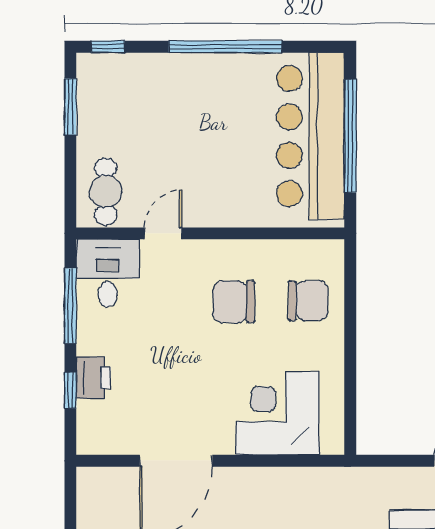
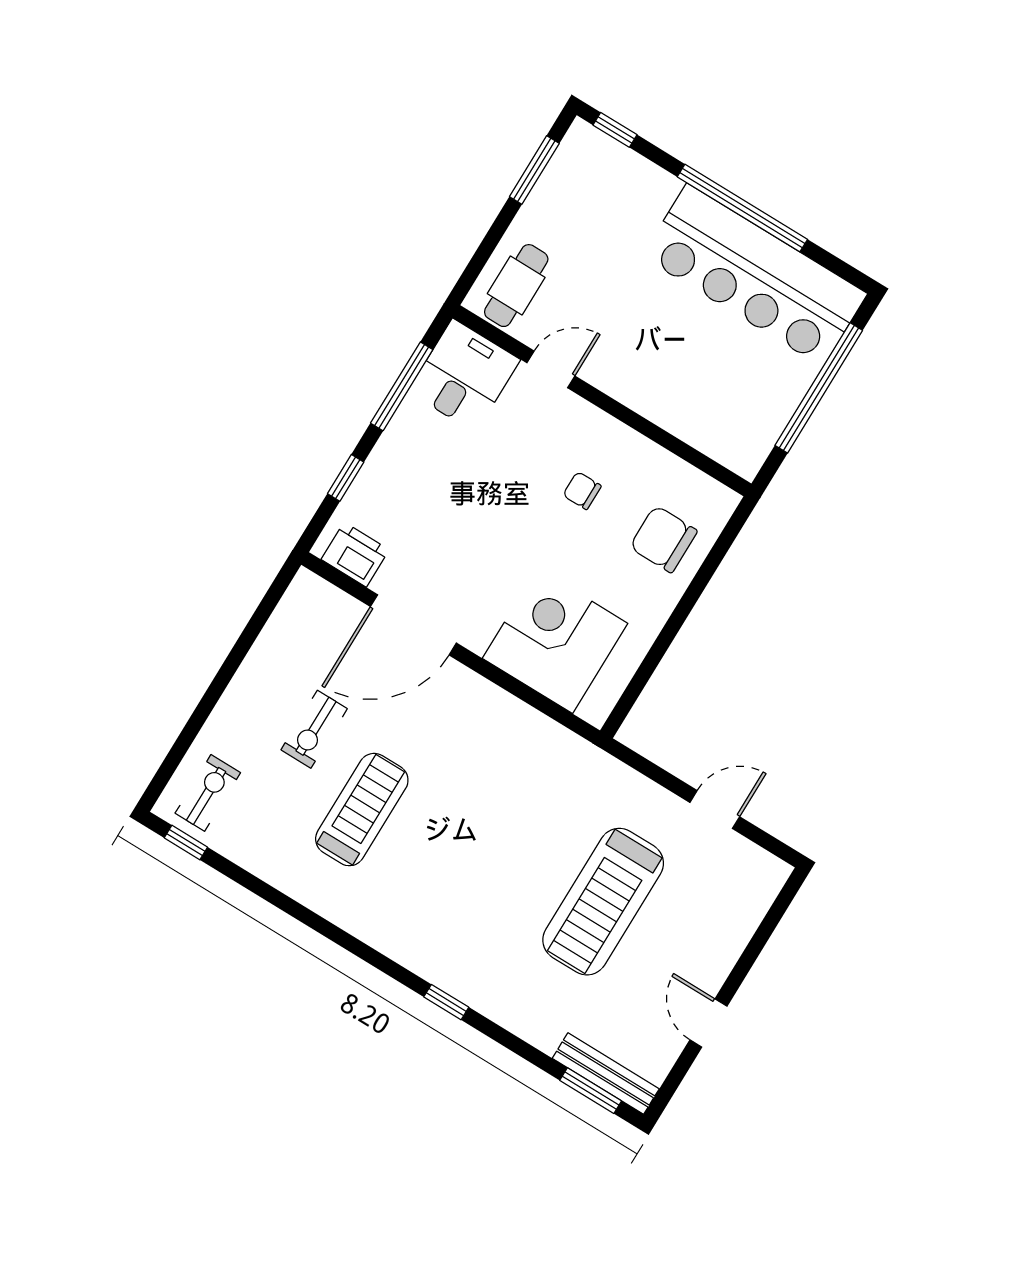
bar counter: (310, 136) -> (755, 275), moved, turned -90
chair: (308, 301) -> (663, 539), turned 180
chair: (234, 302) -> (582, 491), width x0.54, depth x0.54
printer: (94, 378) -> (355, 555), moved, turned -90

